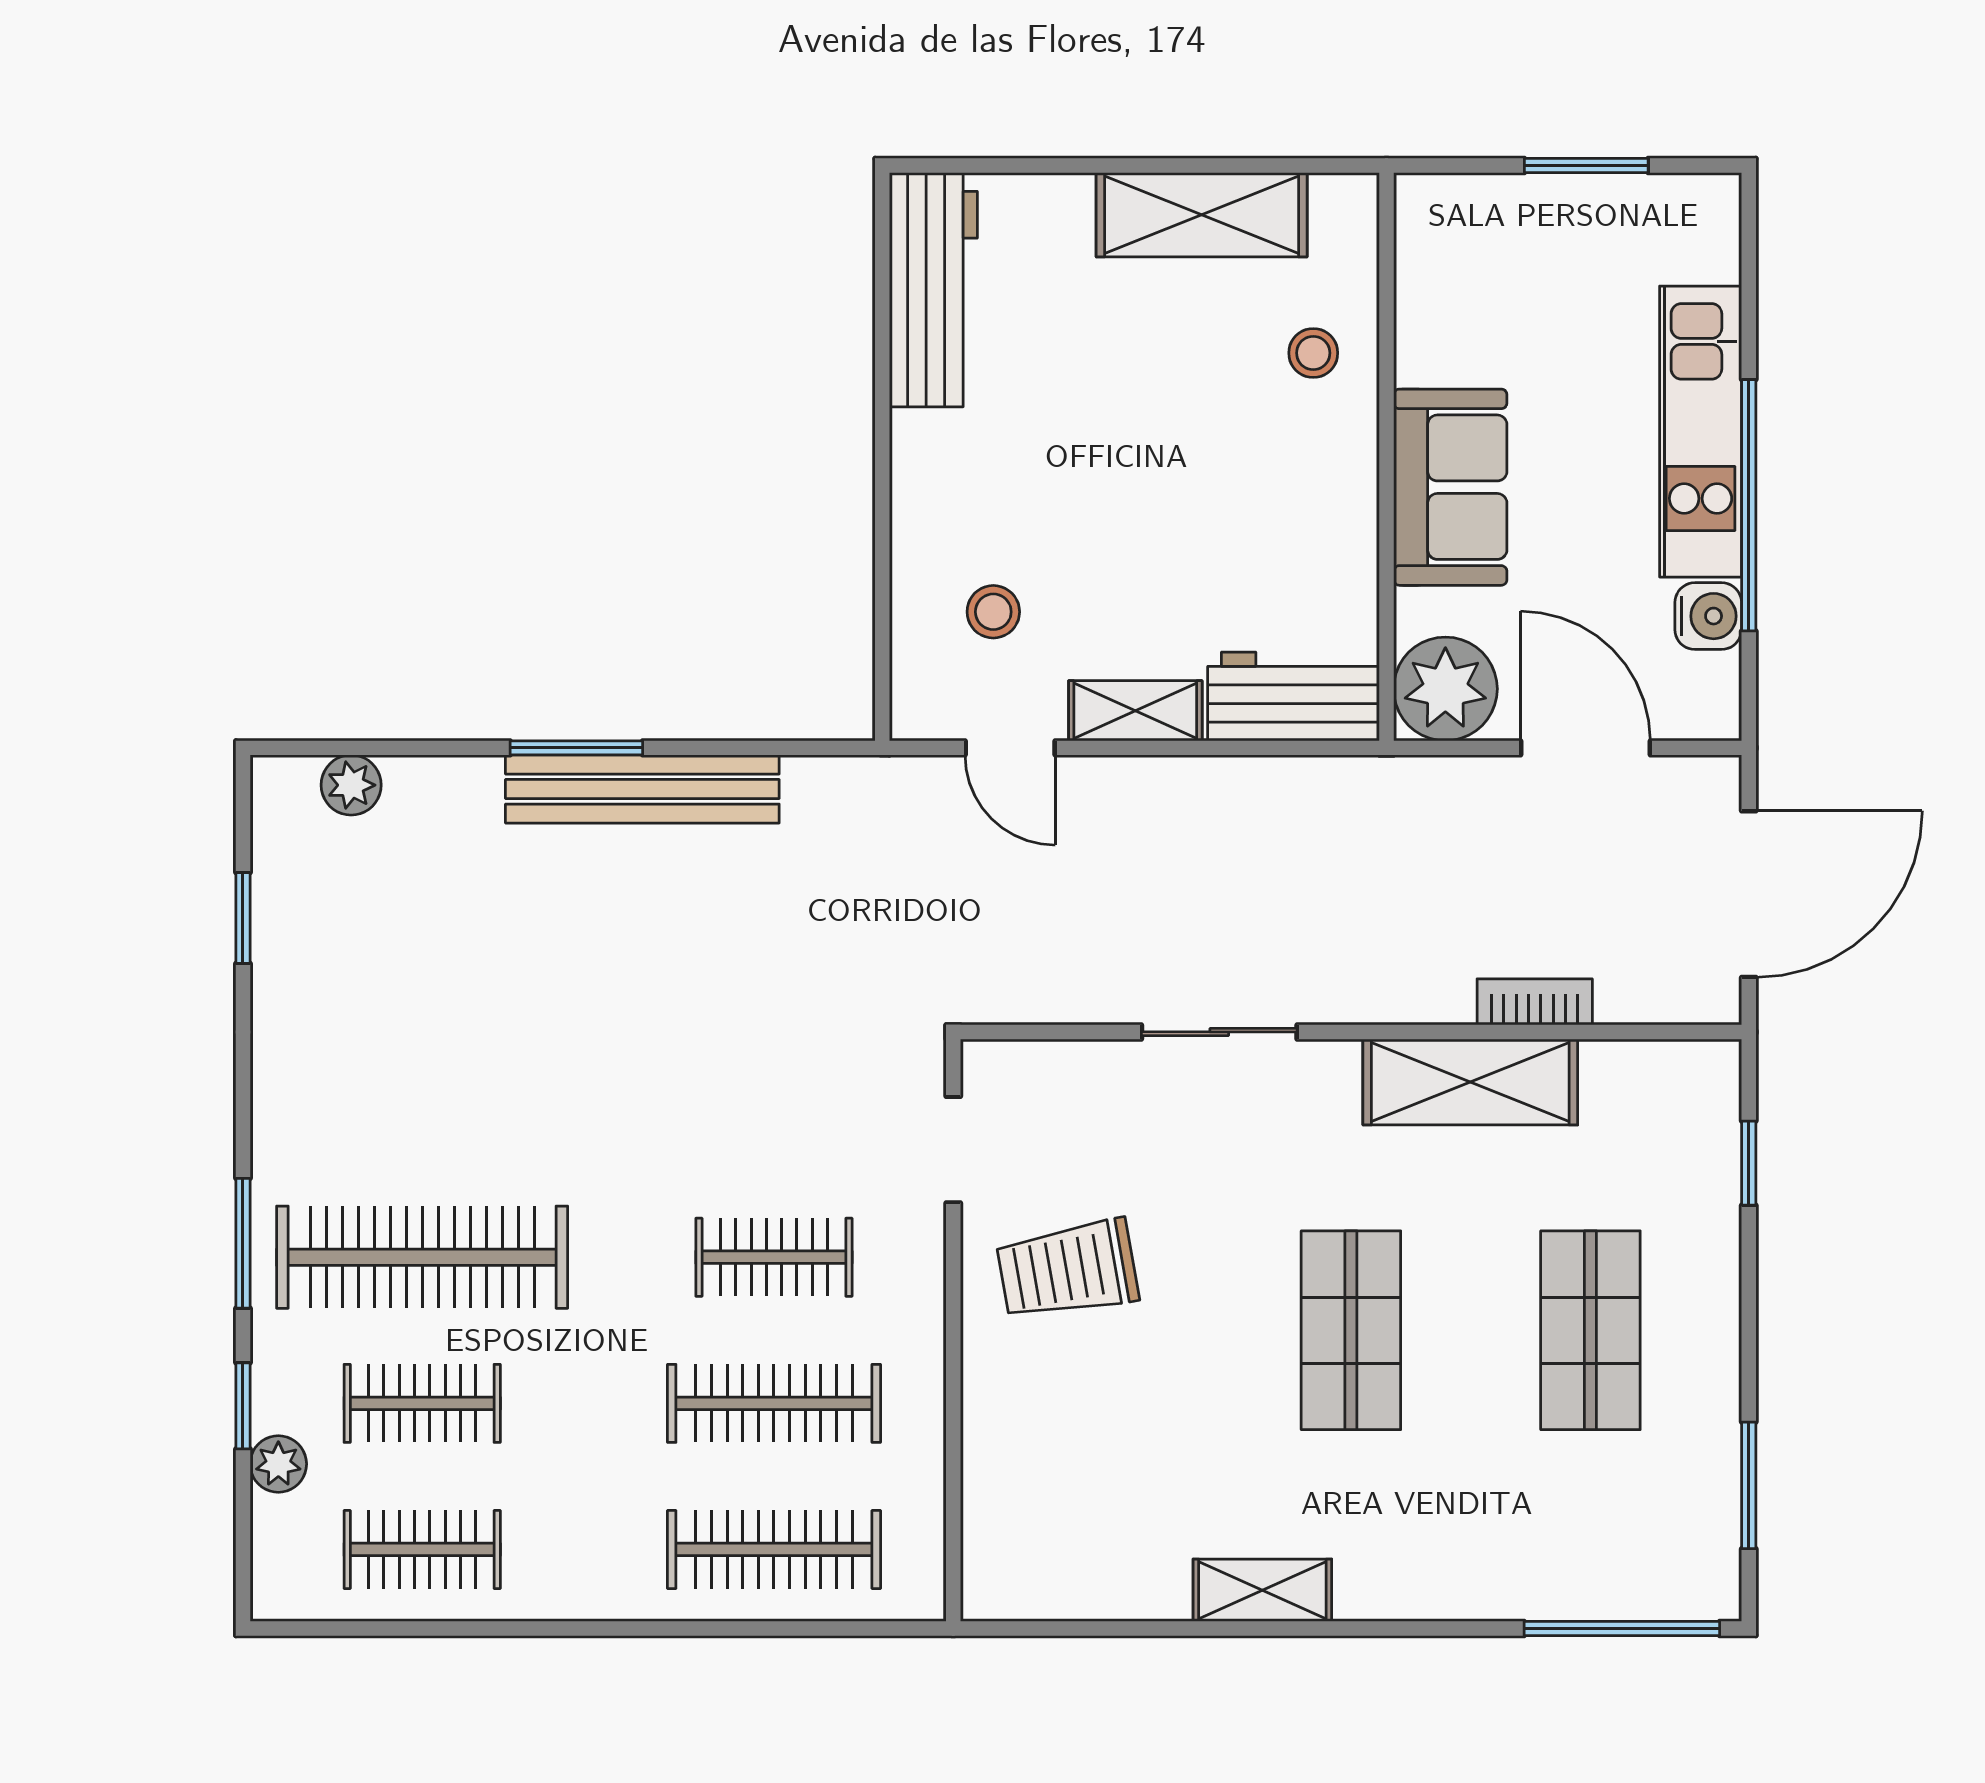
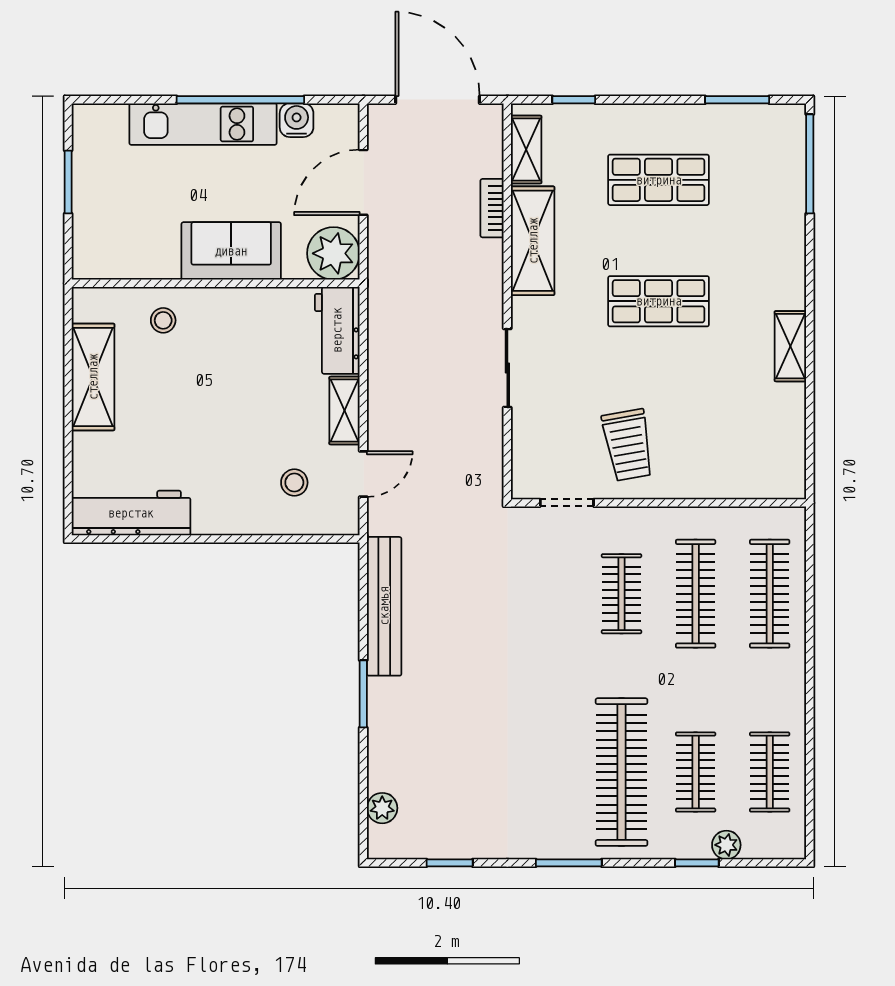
bench: (642, 789) -> (384, 606), moved
shelving: (1650, 1069) -> (526, 149), added
window: (243, 1243) -> (569, 863), moved

